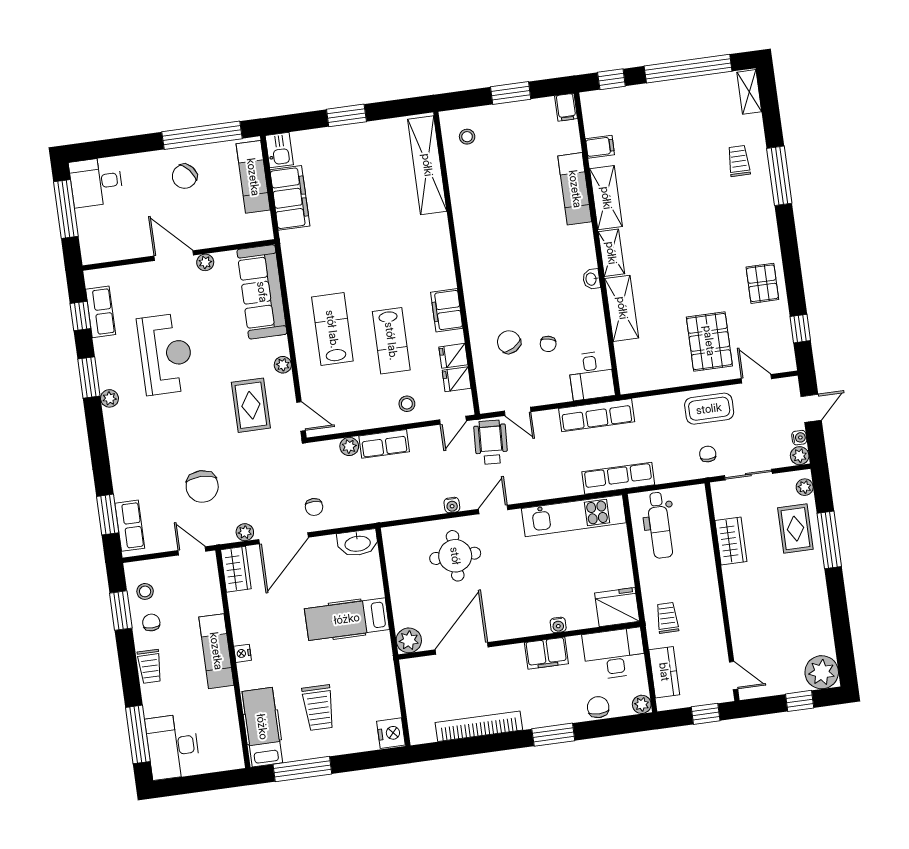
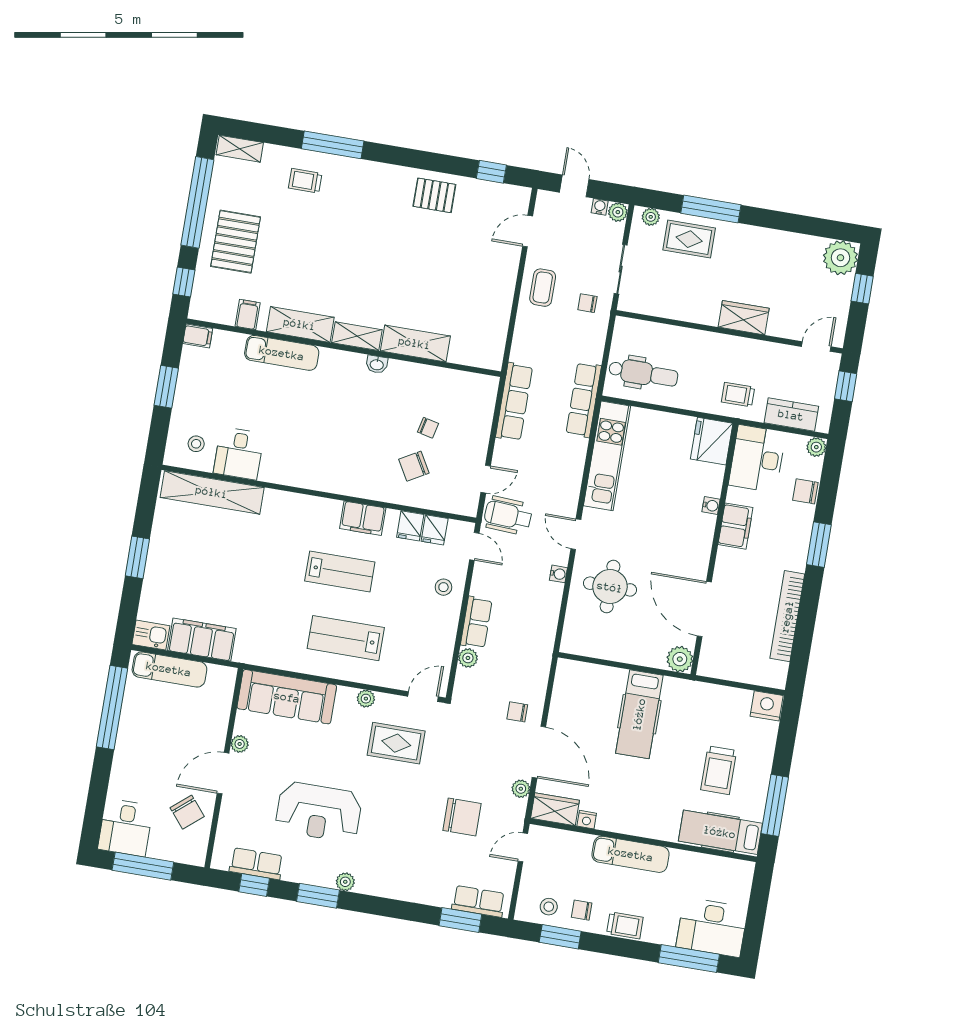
chair: (185, 176) -> (187, 812), moved
lab bench: (391, 341) -> (340, 572), moved
pallet: (709, 341) -> (236, 242), moved, turned 90
reception desk: (166, 354) -> (319, 812), turned 180
desk: (591, 376) -> (239, 453), moved, turned 90
coffee table: (709, 409) -> (543, 288), width x0.73, depth x0.77
chair: (314, 507) -> (517, 712), turned 180
wardrobe: (731, 541) -> (744, 318), moved
washbasin: (358, 543) -> (567, 680), removed
nightstand: (243, 653) -> (587, 820), moved
trolley: (318, 708) -> (719, 770), turned 90

